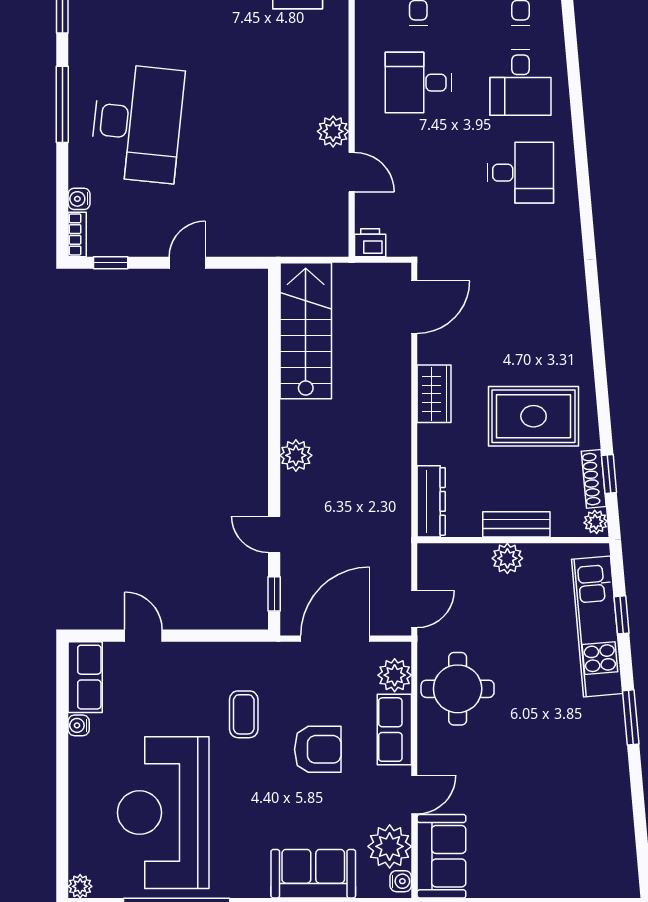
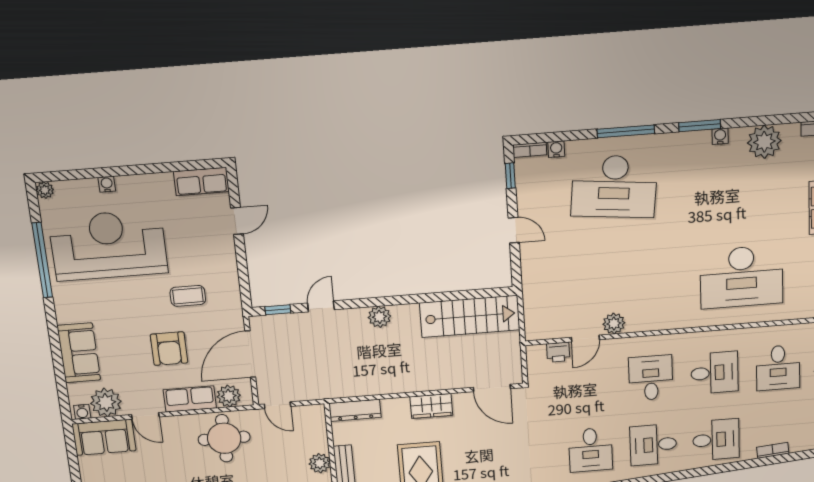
printer: (370, 243) -> (558, 352), moved, turned 90
door: (335, 639) -> (250, 354), swing flipped
water cooler: (79, 725) -> (107, 184), moved

